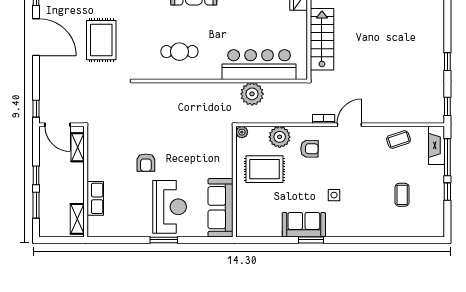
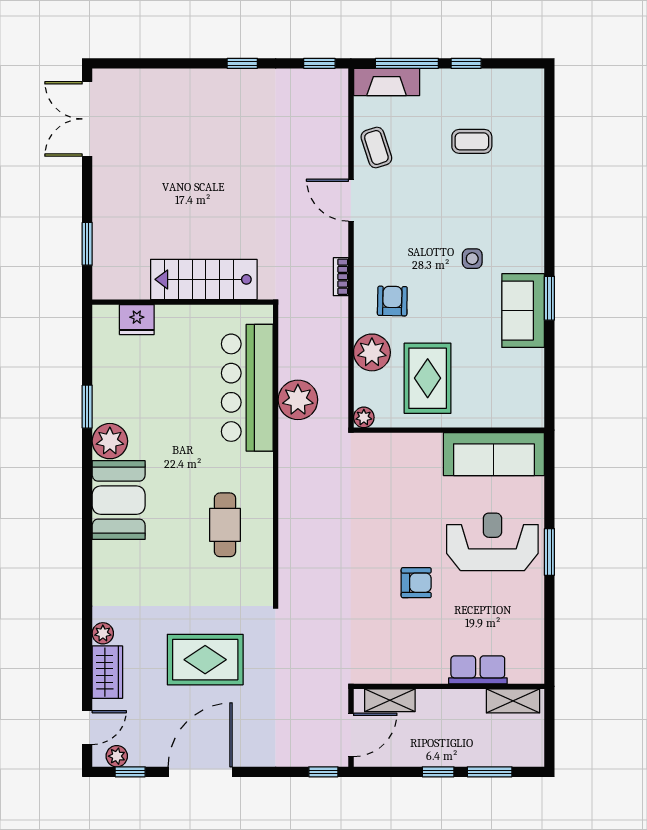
door: (349, 125) -> (351, 200), moved

